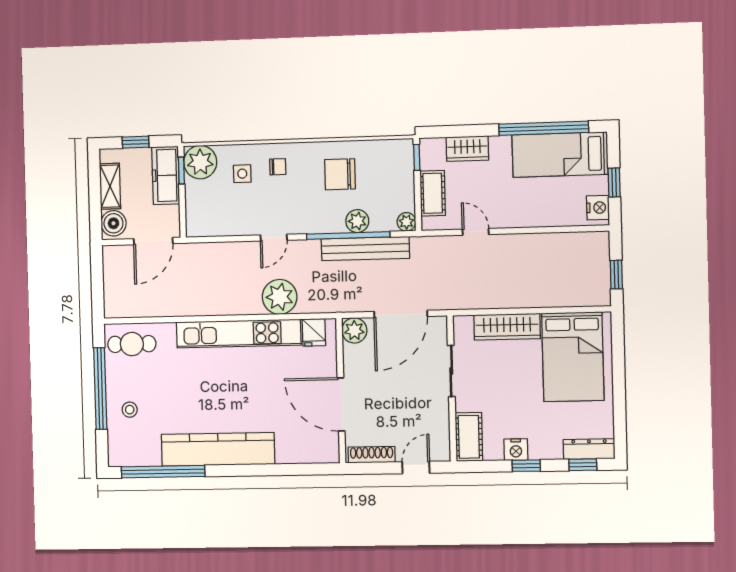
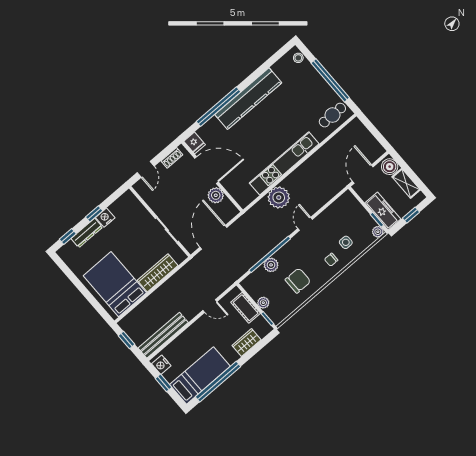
plant: (200, 162) -> (378, 232), width x0.53, depth x0.53
plant: (406, 222) -> (263, 303), moved
bench: (365, 249) -> (163, 335), moved
plant: (354, 330) -> (216, 195), moved
fridge: (314, 332) -> (195, 143), moved, turned 180
stool: (130, 410) -> (298, 58), moved
cot: (469, 437) -> (133, 205), removed
dresser: (589, 449) -> (87, 233), moved
shoe rack: (372, 455) -> (172, 158), width x0.70
window: (163, 472) -> (218, 107), moved

